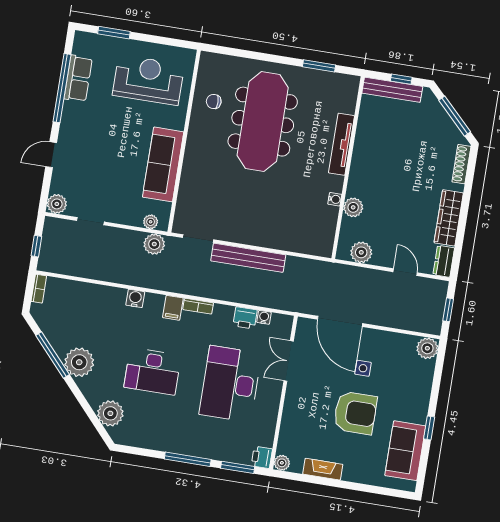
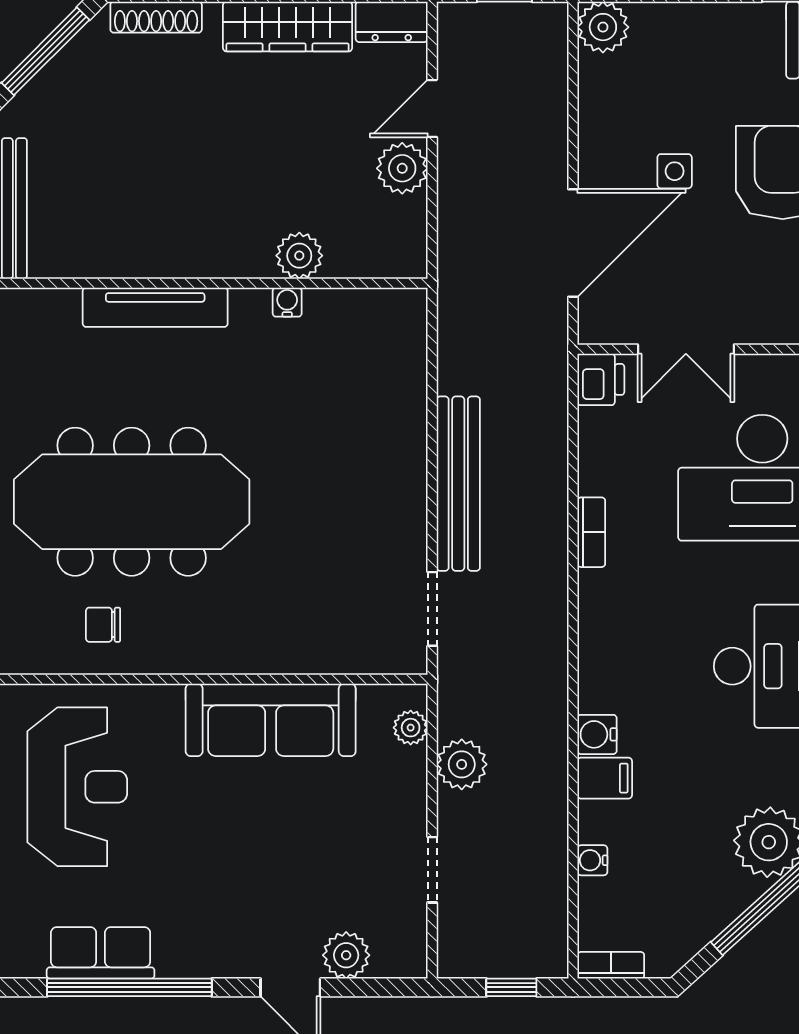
reception desk: (148, 80) -> (77, 787), turned 180
chair: (214, 101) -> (103, 625), turned 90
plant: (57, 204) -> (346, 955), moved
plant: (154, 244) -> (462, 764), moved
plant: (361, 252) -> (402, 168), moved
bookcase: (198, 306) -> (591, 532), moved
filing cabinet: (173, 308) -> (605, 778), moved
water cooler: (264, 317) -> (592, 860), moved
printer: (245, 318) -> (601, 379), moved

